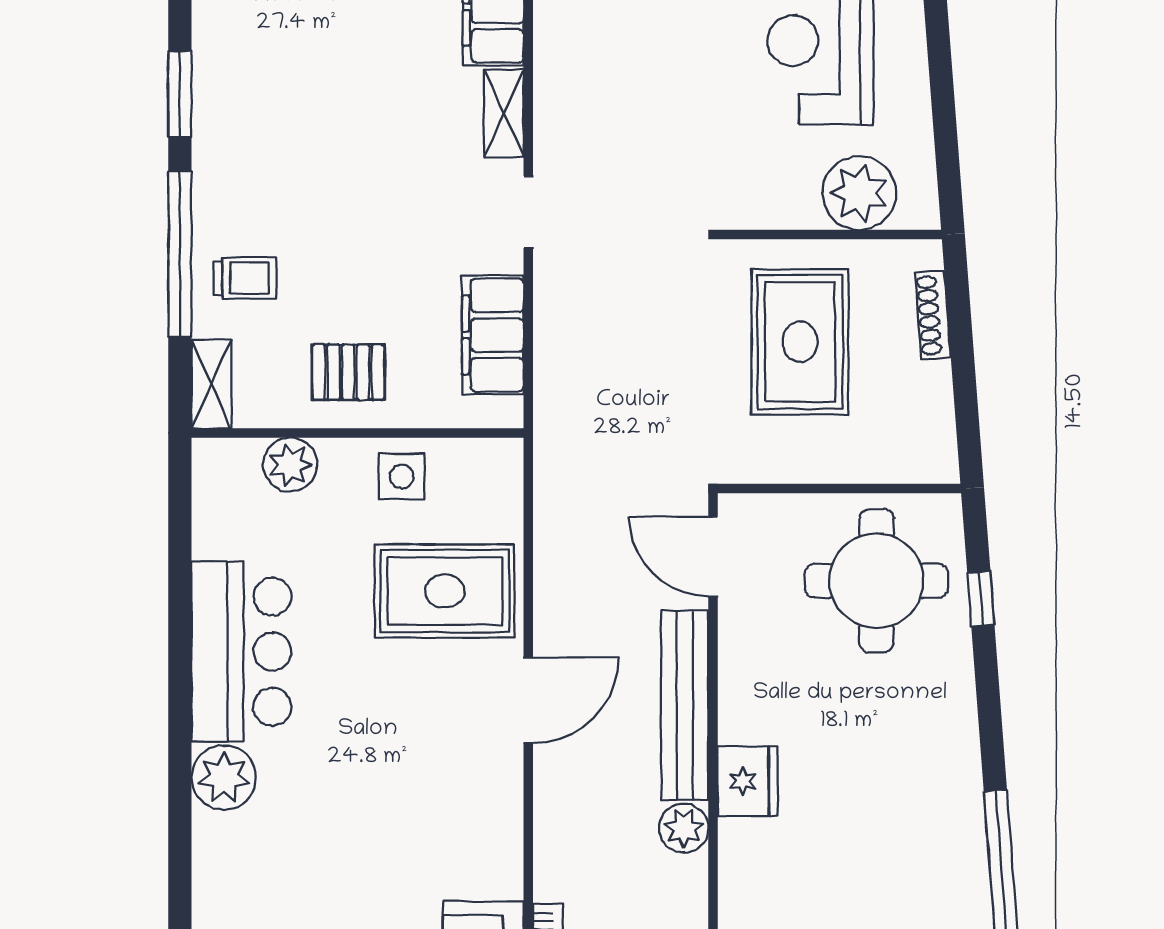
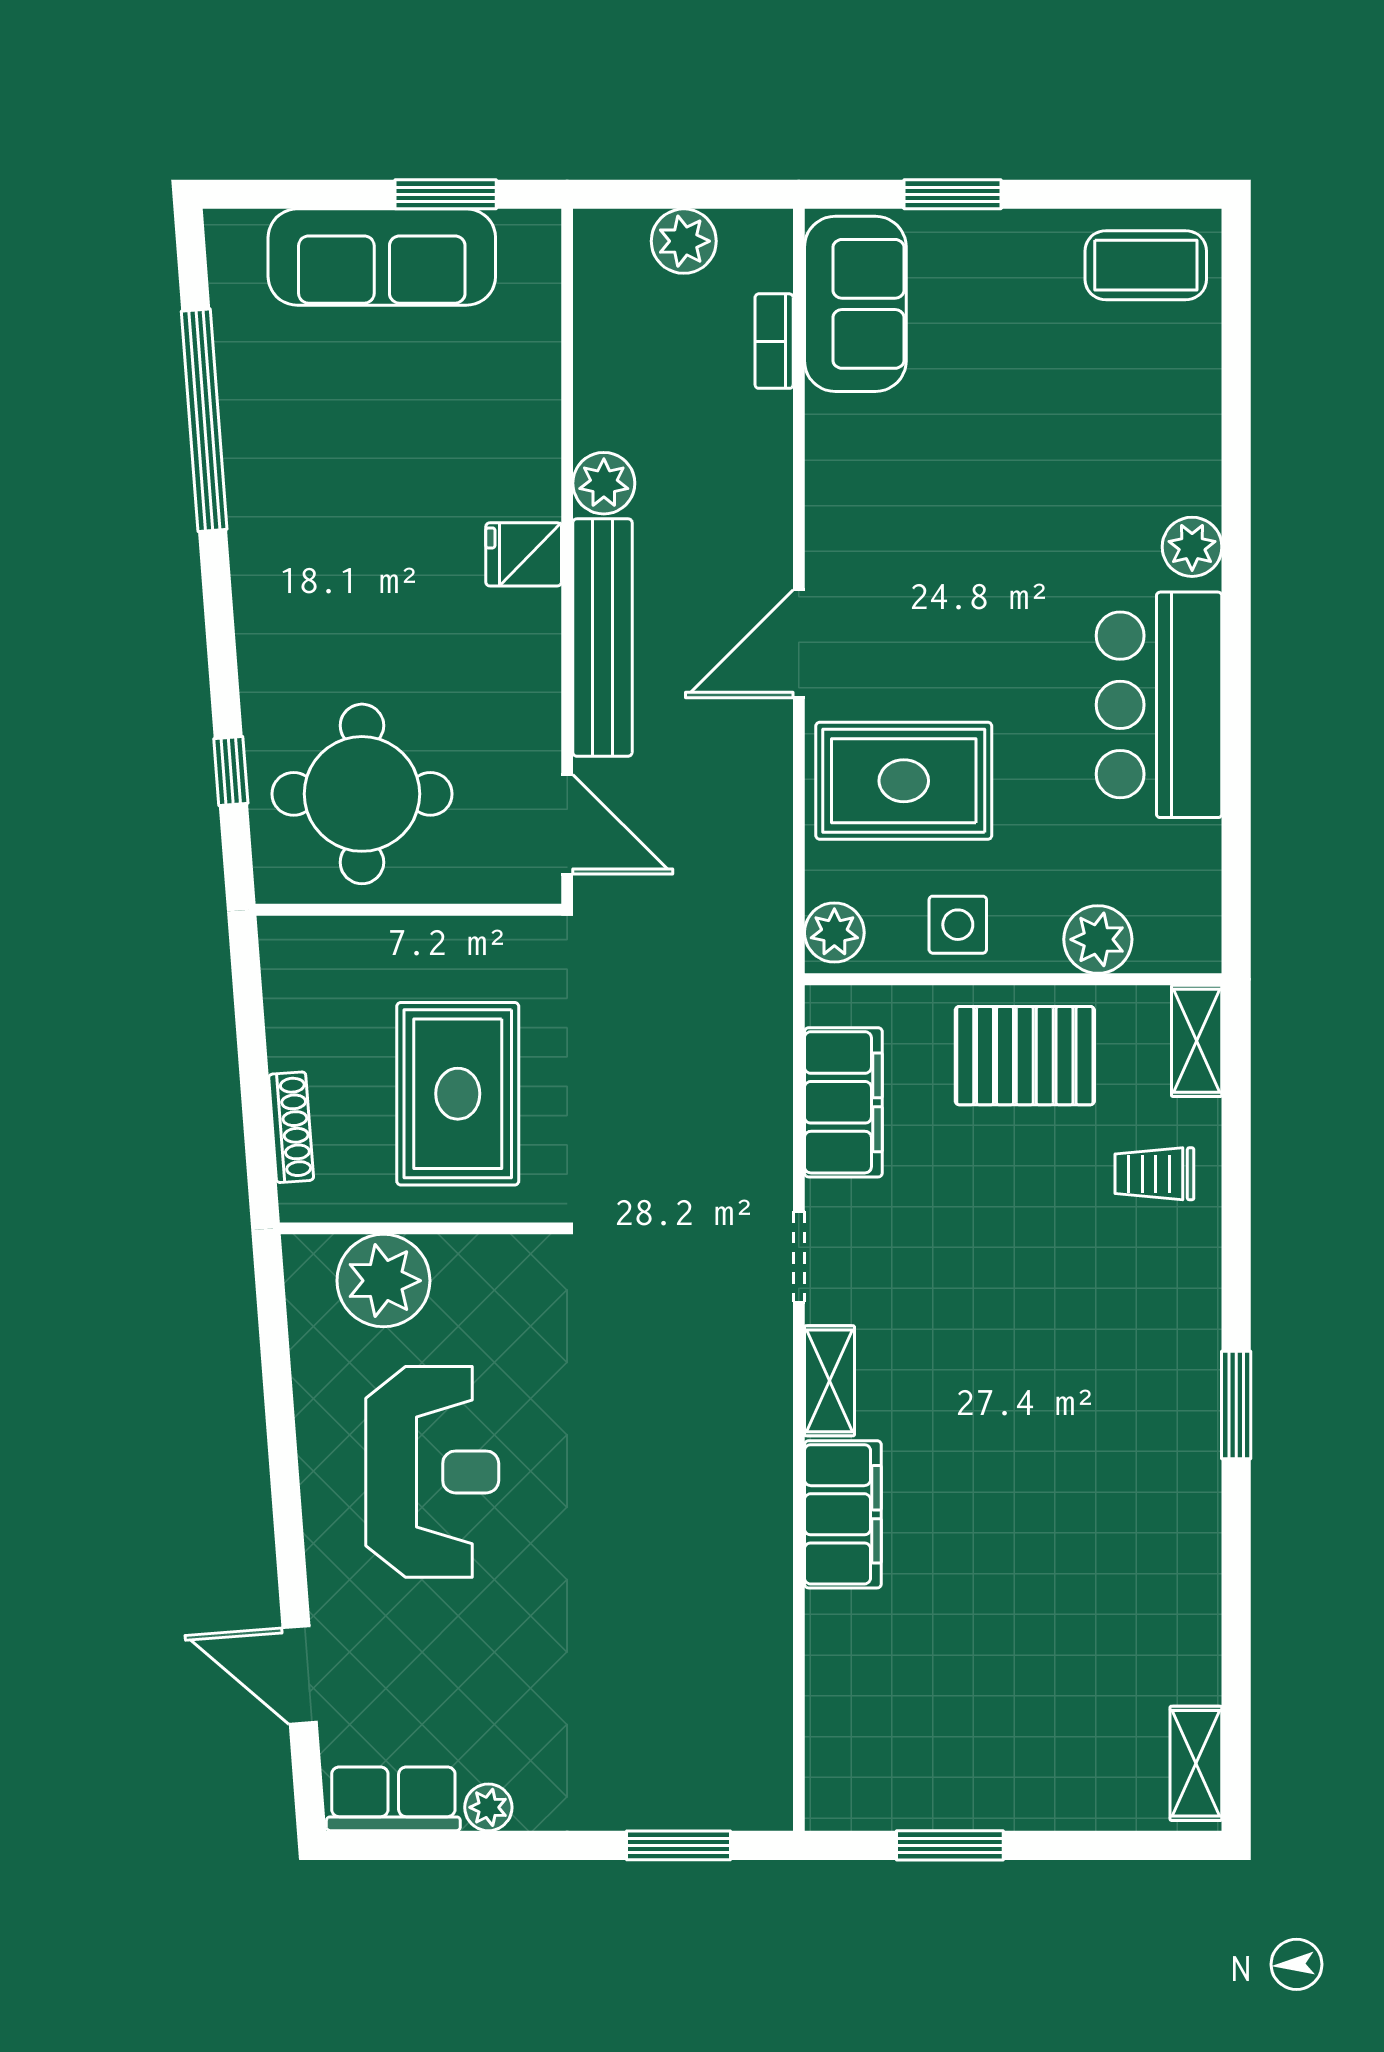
window: (180, 254) -> (1236, 1204), removed
pallet: (348, 372) -> (1025, 1056), width x1.50, depth x1.42
plant: (500, 470) -> (834, 933), added
plant: (224, 778) -> (1192, 547), width x0.73, depth x0.73
fridge: (748, 781) -> (524, 554), width x0.72

